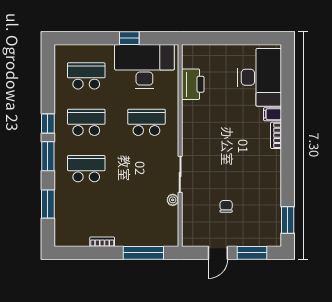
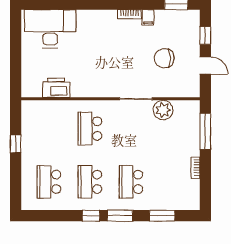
desk: (144, 67) -> (41, 130), removed
filing cabinet: (272, 114) -> (148, 17), moved
bookcase: (276, 135) -> (129, 14), moved
plant: (173, 200) -> (163, 110), width x1.88, depth x1.88
chair: (226, 206) -> (164, 58), width x1.87, depth x1.87
window: (252, 253) -> (205, 36), width x0.67

